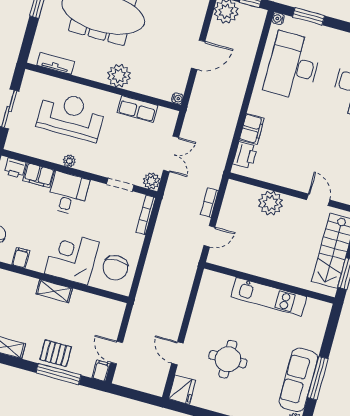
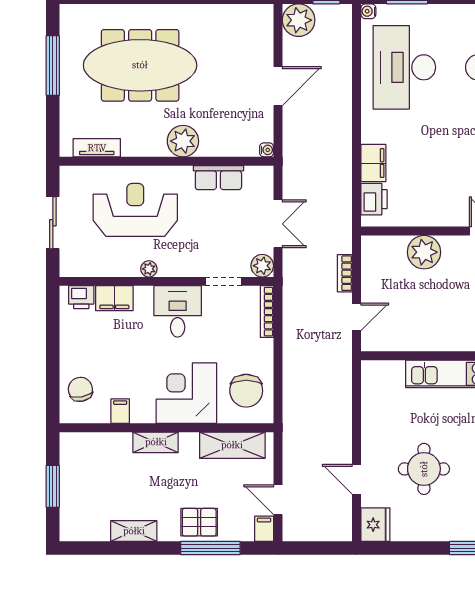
desk: (68, 193) -> (178, 311), moved
shelving: (54, 291) -> (156, 442), moved
shelving: (95, 304) -> (232, 445), added

